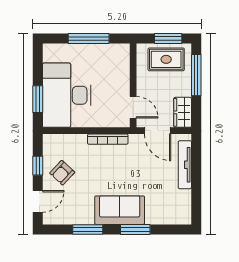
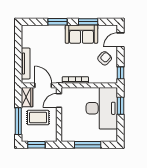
rug: (166, 59) -> (38, 118), moved
door: (133, 107) -> (59, 100), hinge flipped
window: (38, 166) -> (120, 73), moved
sofa: (120, 210) -> (81, 34), moved

